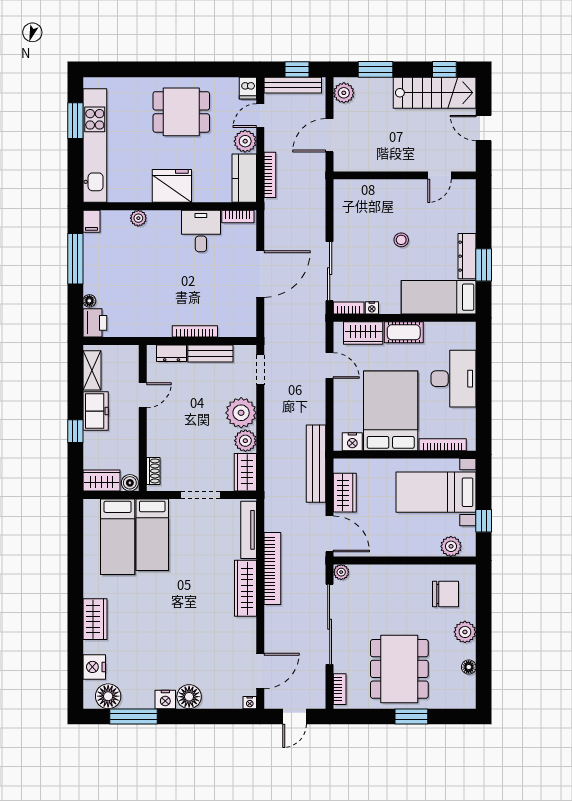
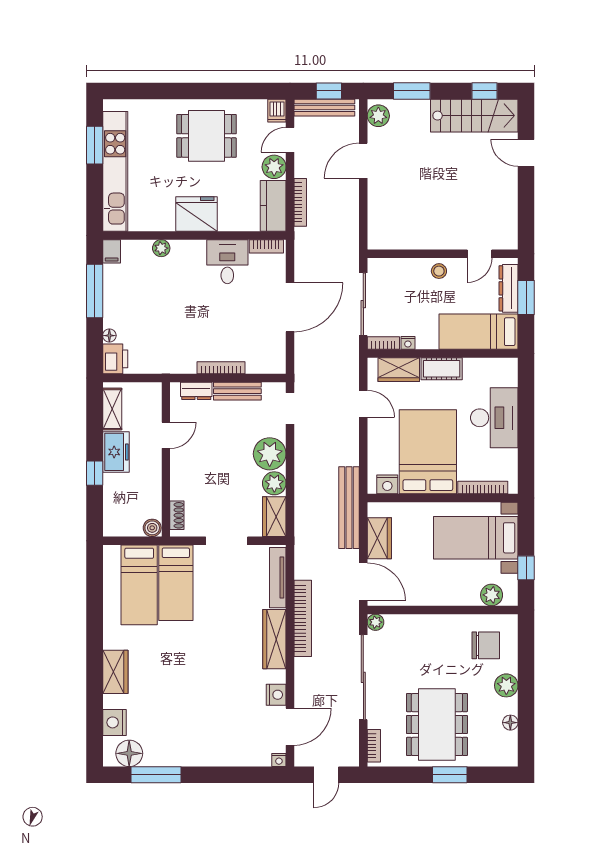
wall: (405, 175) -> (443, 254), moved
door: (440, 175) -> (479, 254), moved
wardrobe: (102, 481) -> (122, 525), removed
floor lamp: (189, 697) -> (215, 754), removed
nightstand: (165, 700) -> (276, 695), moved, turned -90

